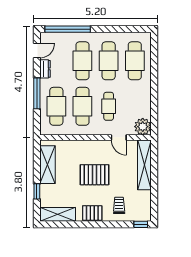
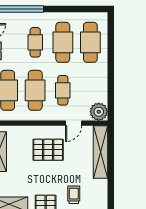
cafe table: (82, 61) -> (35, 42), width x0.73, depth x0.74
door: (119, 137) -> (74, 123), hinge flipped
pallet: (94, 175) -> (48, 150), moved

